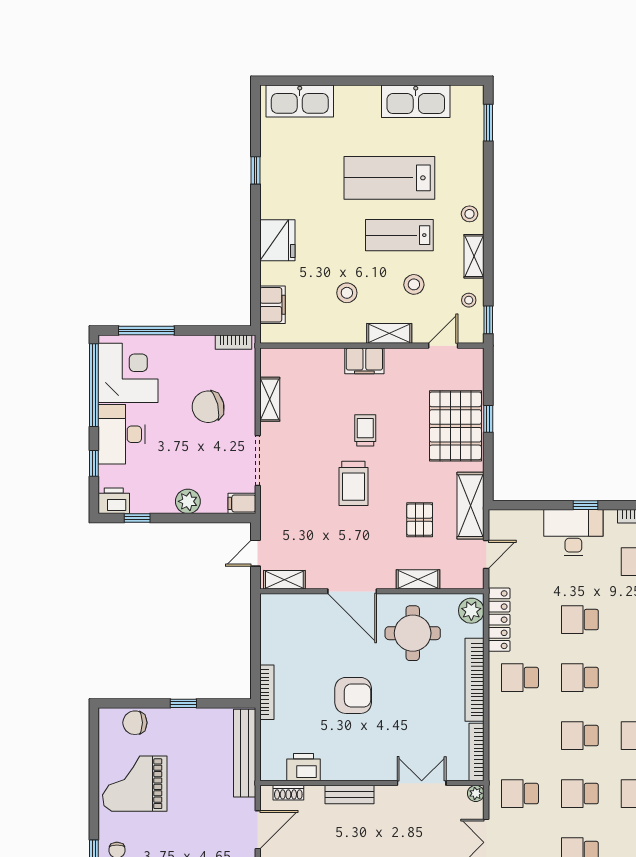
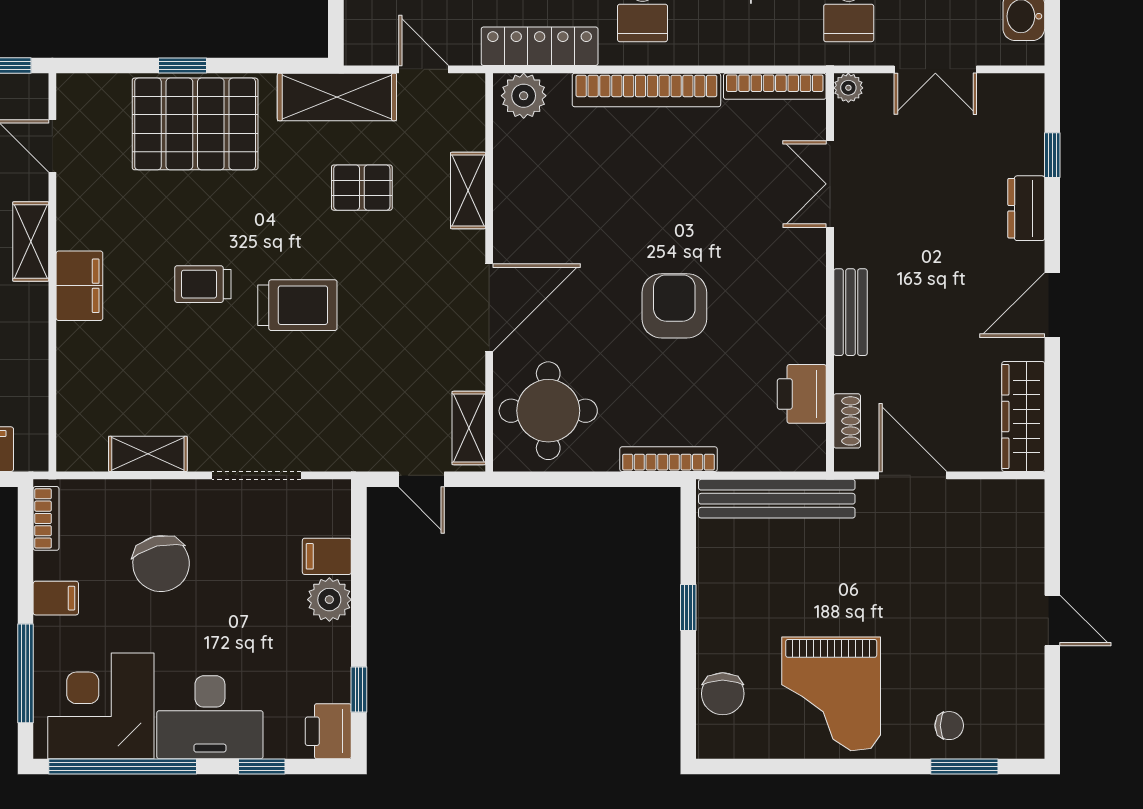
filing cabinet: (189, 348) -> (56, 598), added
filing cabinet: (242, 503) -> (327, 556), moved, turned 90
round table: (413, 633) -> (548, 411), moved

